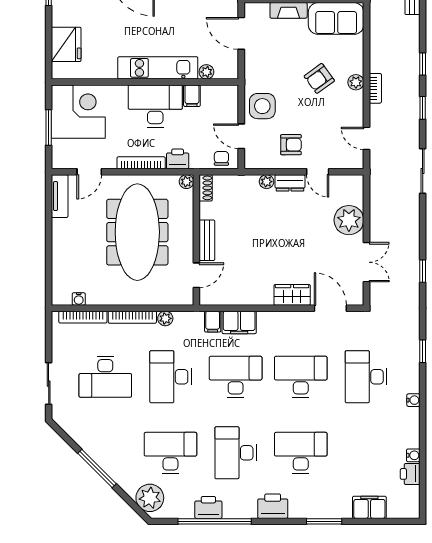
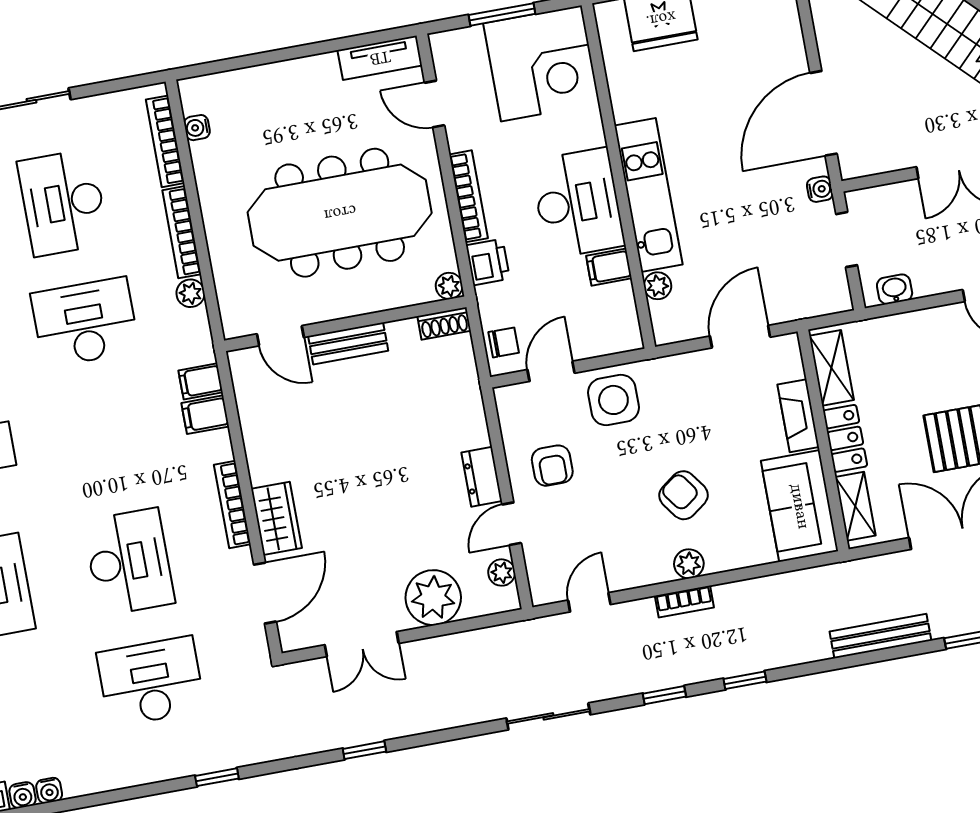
plant: (267, 182) -> (502, 573), moved
bookcase: (281, 317) -> (232, 504), added
filing cabinet: (239, 322) -> (205, 415), width x0.50
desk: (236, 377) -> (107, 442), removed
water cooler: (413, 400) -> (49, 790), moved

